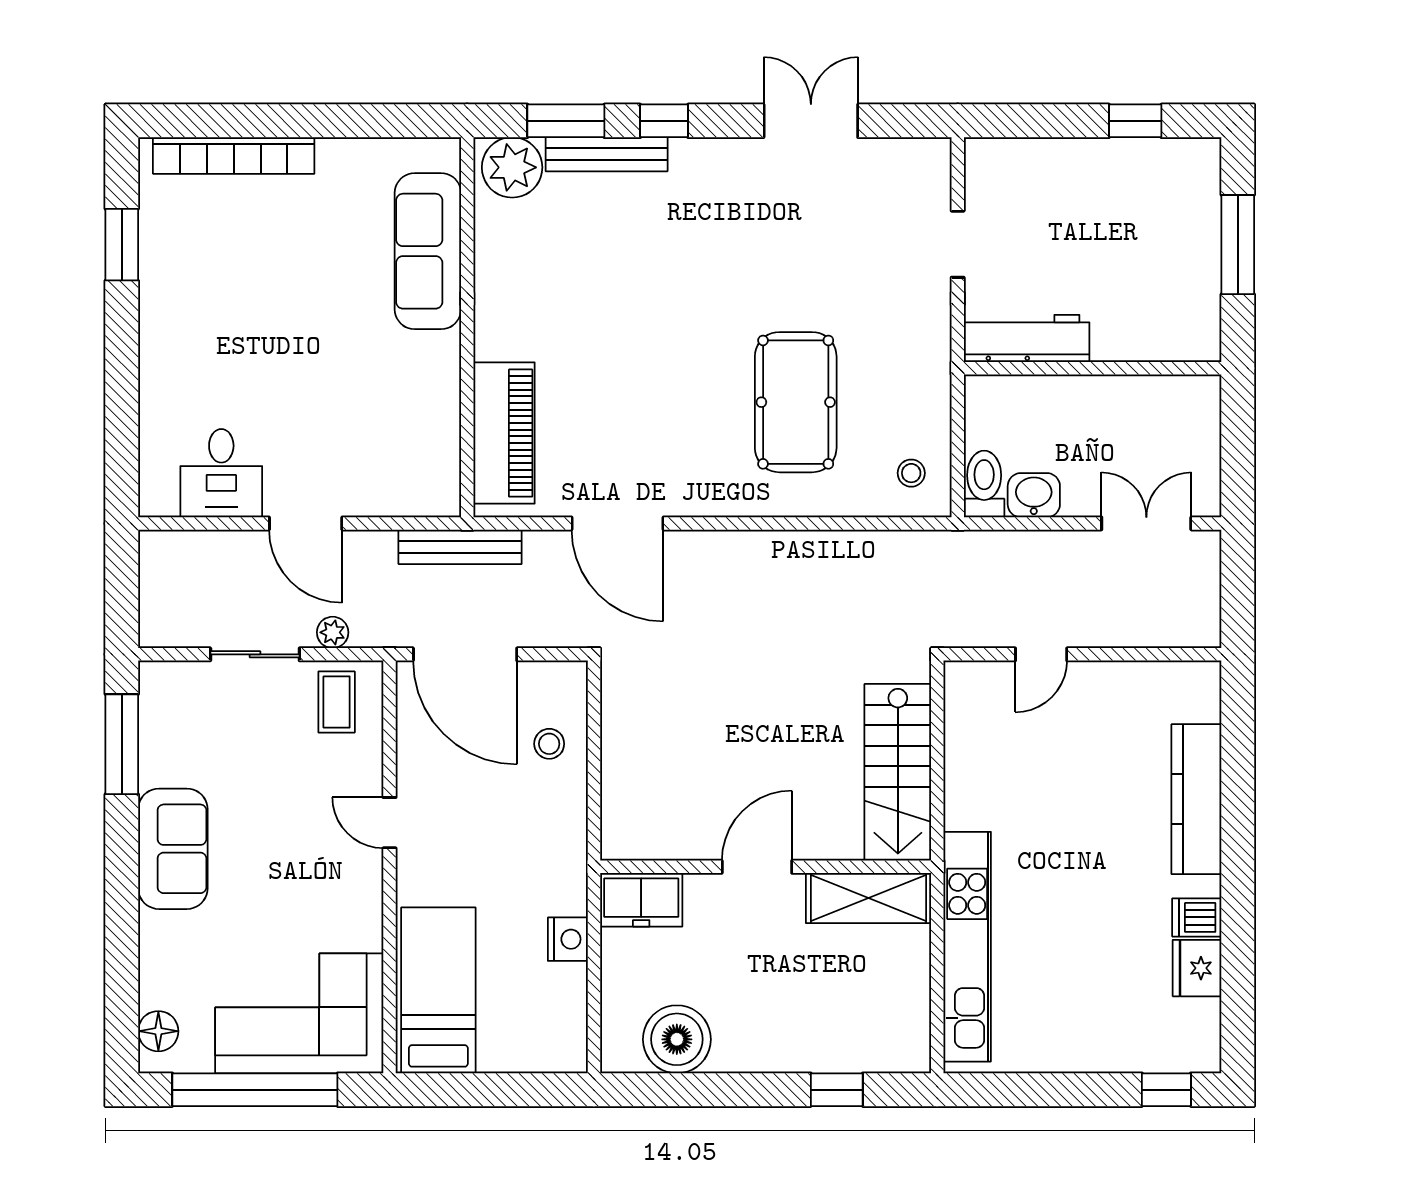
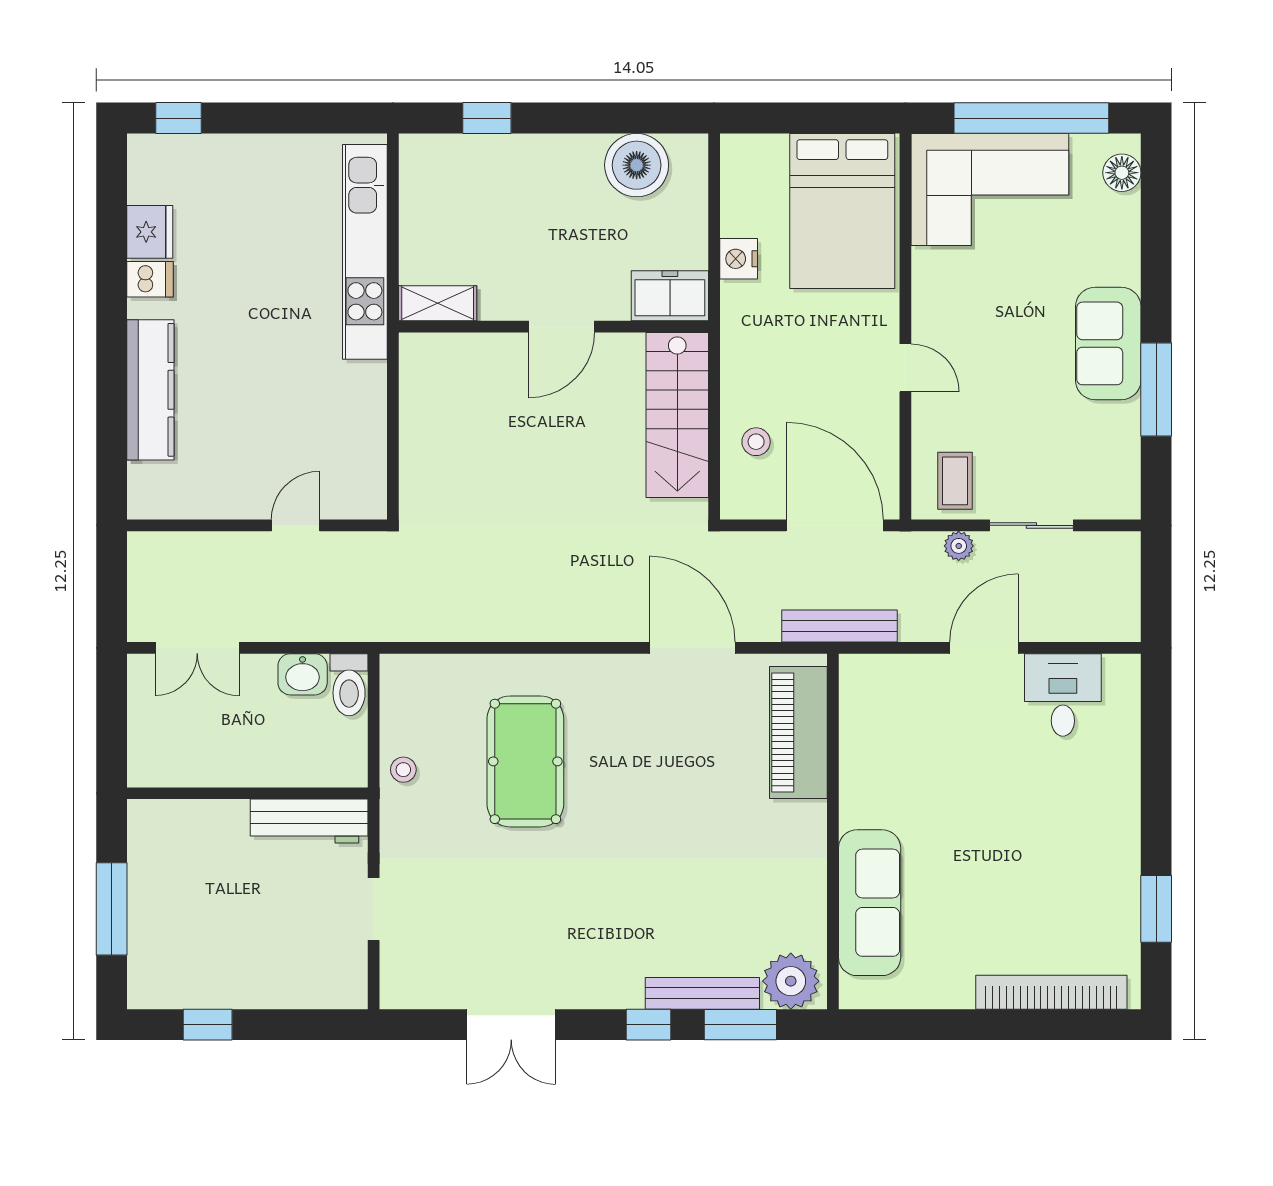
stool: (911, 473) -> (403, 770), moved
door: (306, 523) -> (984, 648), hinge flipped
window: (122, 744) -> (1156, 389), moved
stairs: (898, 772) -> (677, 415), moved, turned 180
shelving: (869, 898) -> (438, 303), width x0.67, depth x0.75
bed: (438, 990) -> (842, 211), width x1.50

